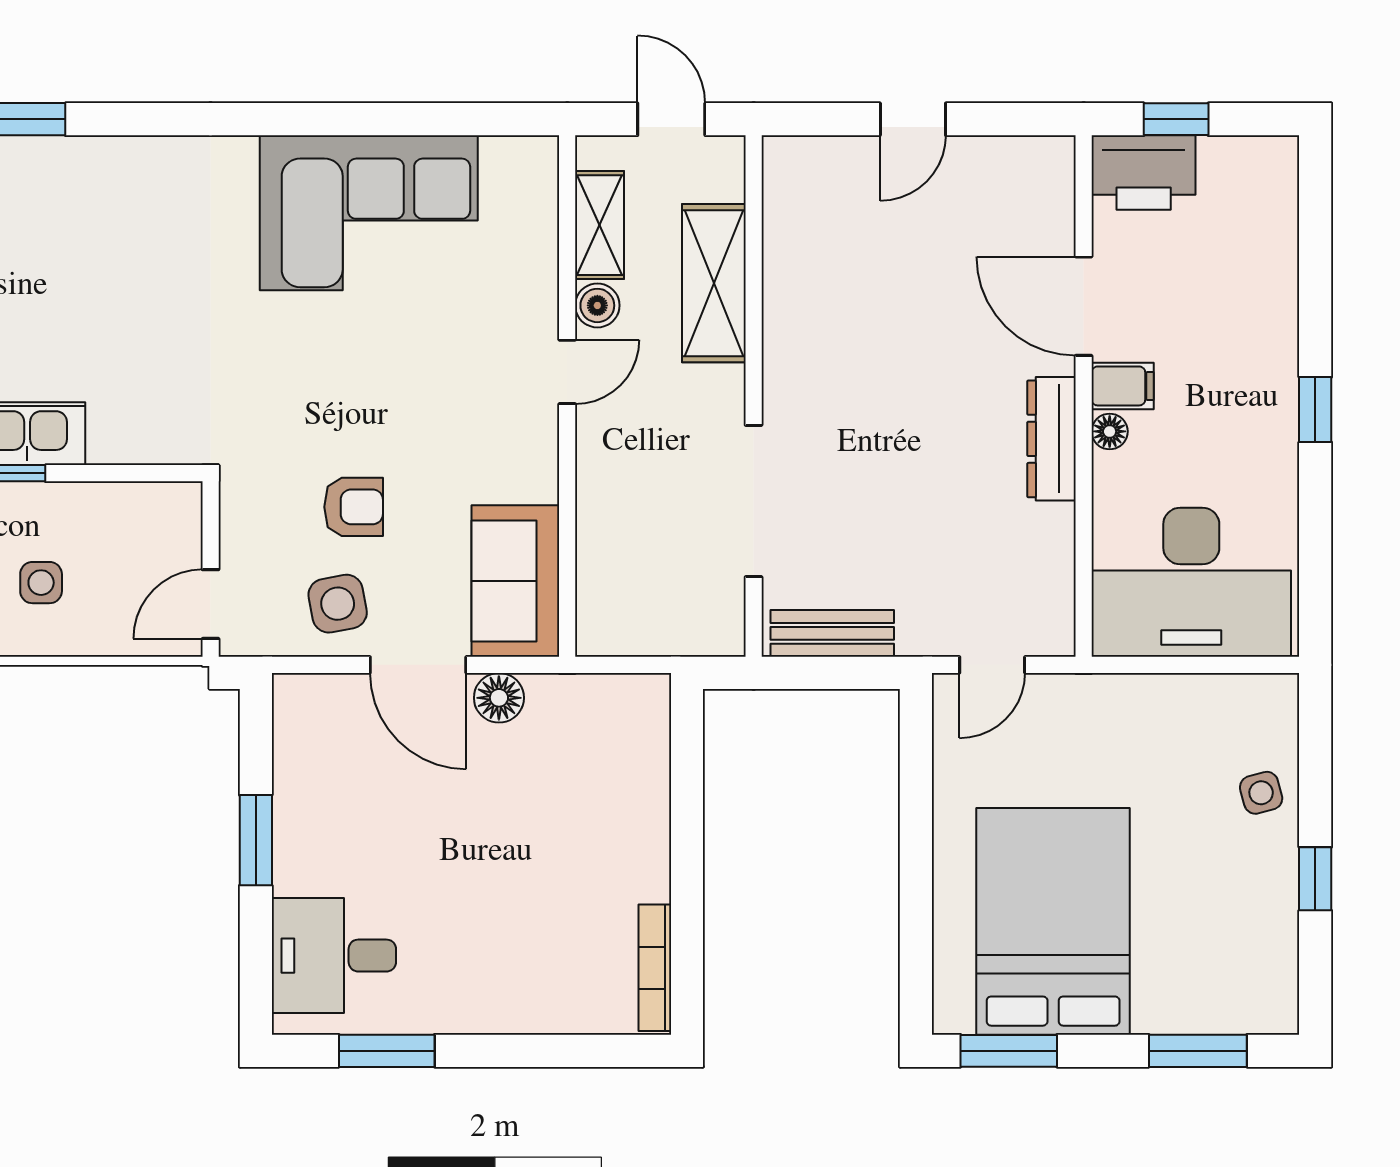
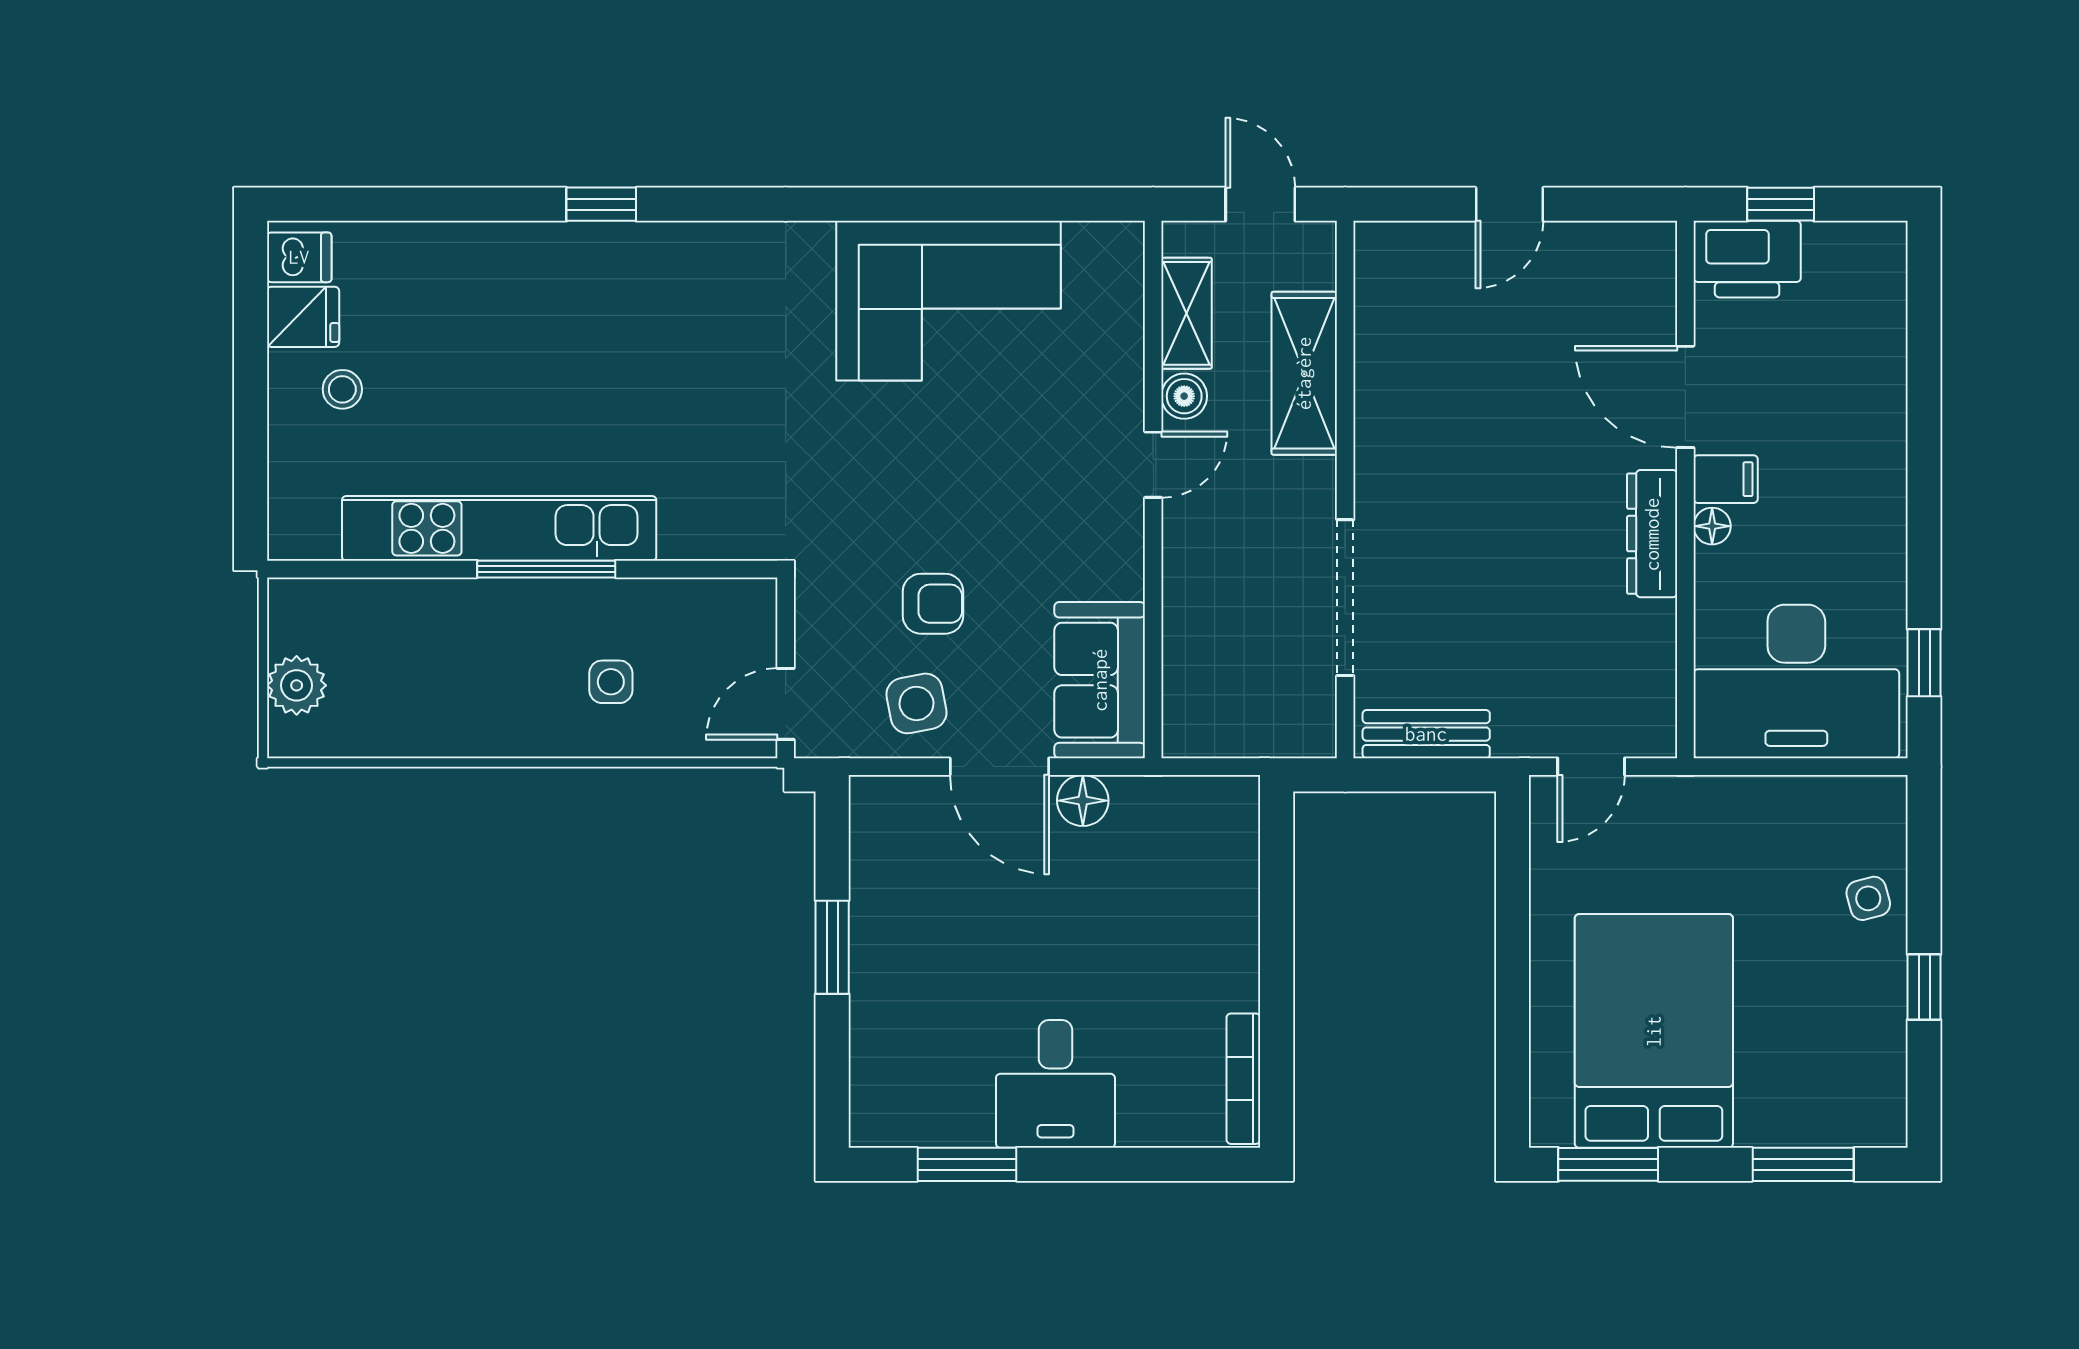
window: (1315, 410) -> (1924, 663), moved
desk: (334, 956) -> (1055, 1084), moved, turned -90

